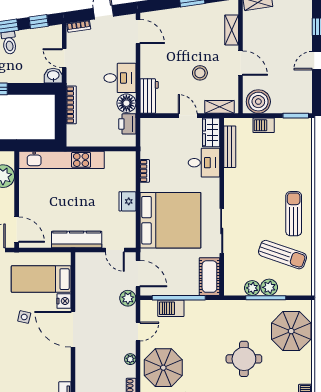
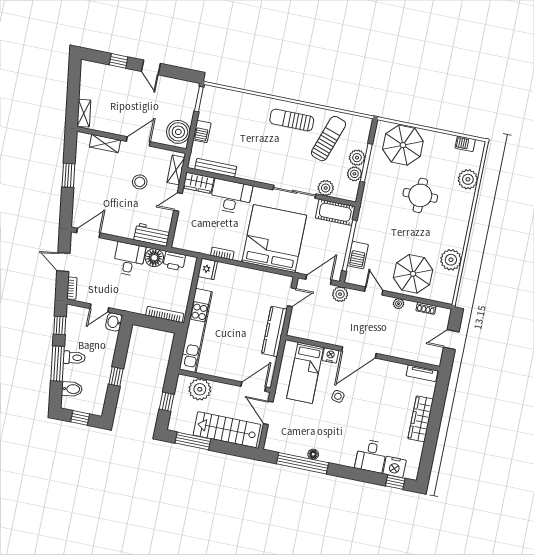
bookcase: (71, 105) -> (165, 314), moved
desk: (204, 163) -> (231, 197), width x1.37
fridge: (127, 201) -> (208, 269), moved, turned -90
plant: (232, 262) -> (326, 188), added

